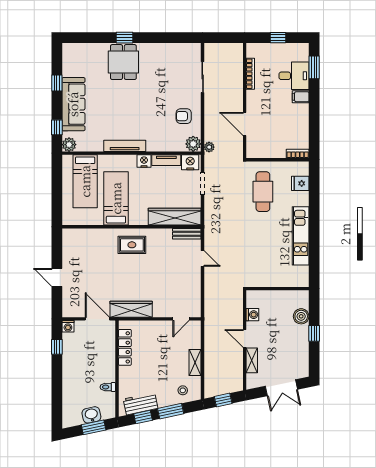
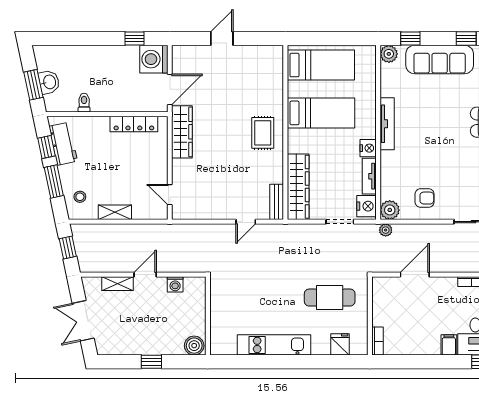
armchair: (184, 116) -> (425, 198), turned 90
bed: (85, 181) -> (321, 65), moved, turned 180
boiler: (301, 316) -> (194, 346), moved
washing machine: (68, 326) -> (154, 59), width x1.89, depth x1.89

